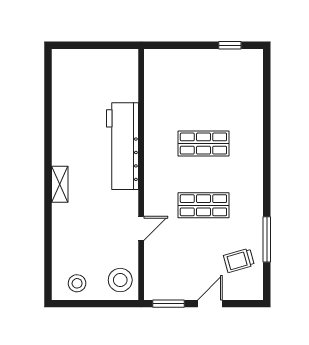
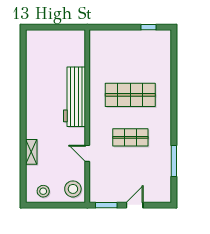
shop shelf: (203, 144) -> (130, 95), width x1.43, depth x1.36
shelving: (60, 184) -> (31, 152), moved
door: (141, 228) -> (87, 153), swing flipped
trolley: (239, 260) -> (155, 175), removed

